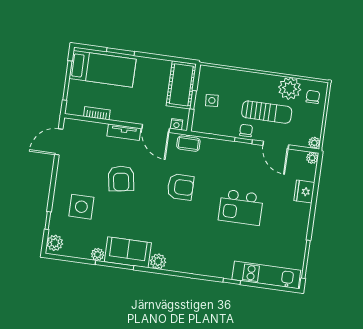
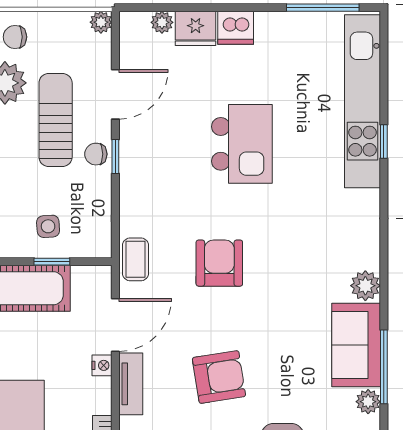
nightstand: (177, 124) -> (102, 365), moved
plant: (312, 158) -> (162, 22), moved
dishwasher: (302, 212) -> (236, 28), added
kitchen unit: (266, 275) -> (363, 101), width x1.36

